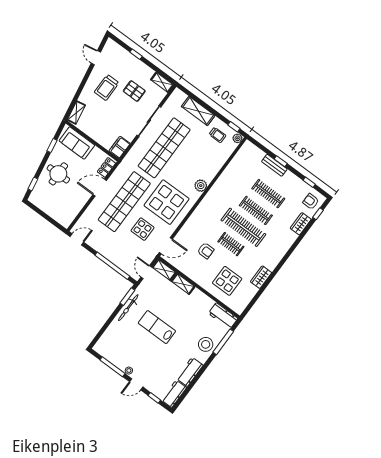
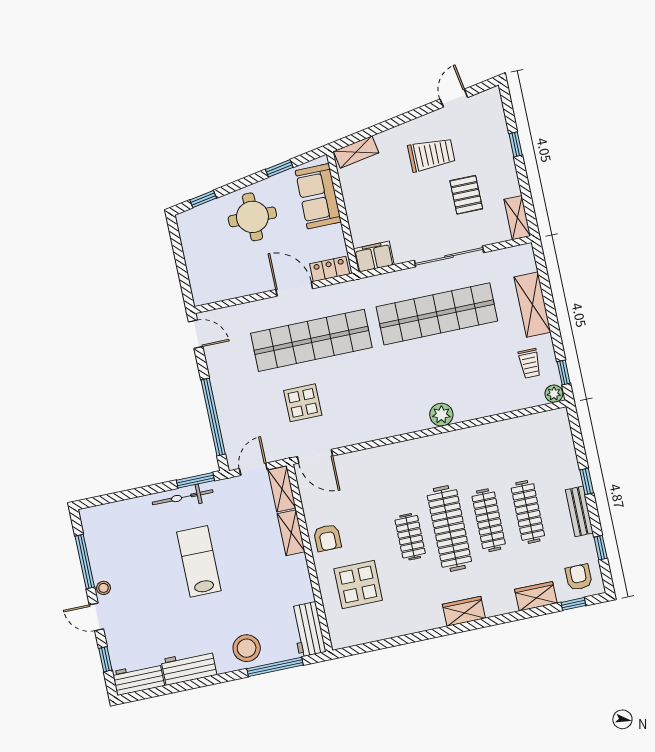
trolley: (107, 87) -> (431, 155), turned 180
bench: (274, 165) -> (579, 511), moved
display table: (167, 202) -> (371, 395), removed
armchair: (206, 251) -> (327, 538), moved
wardrobe: (261, 277) -> (464, 611), moved

